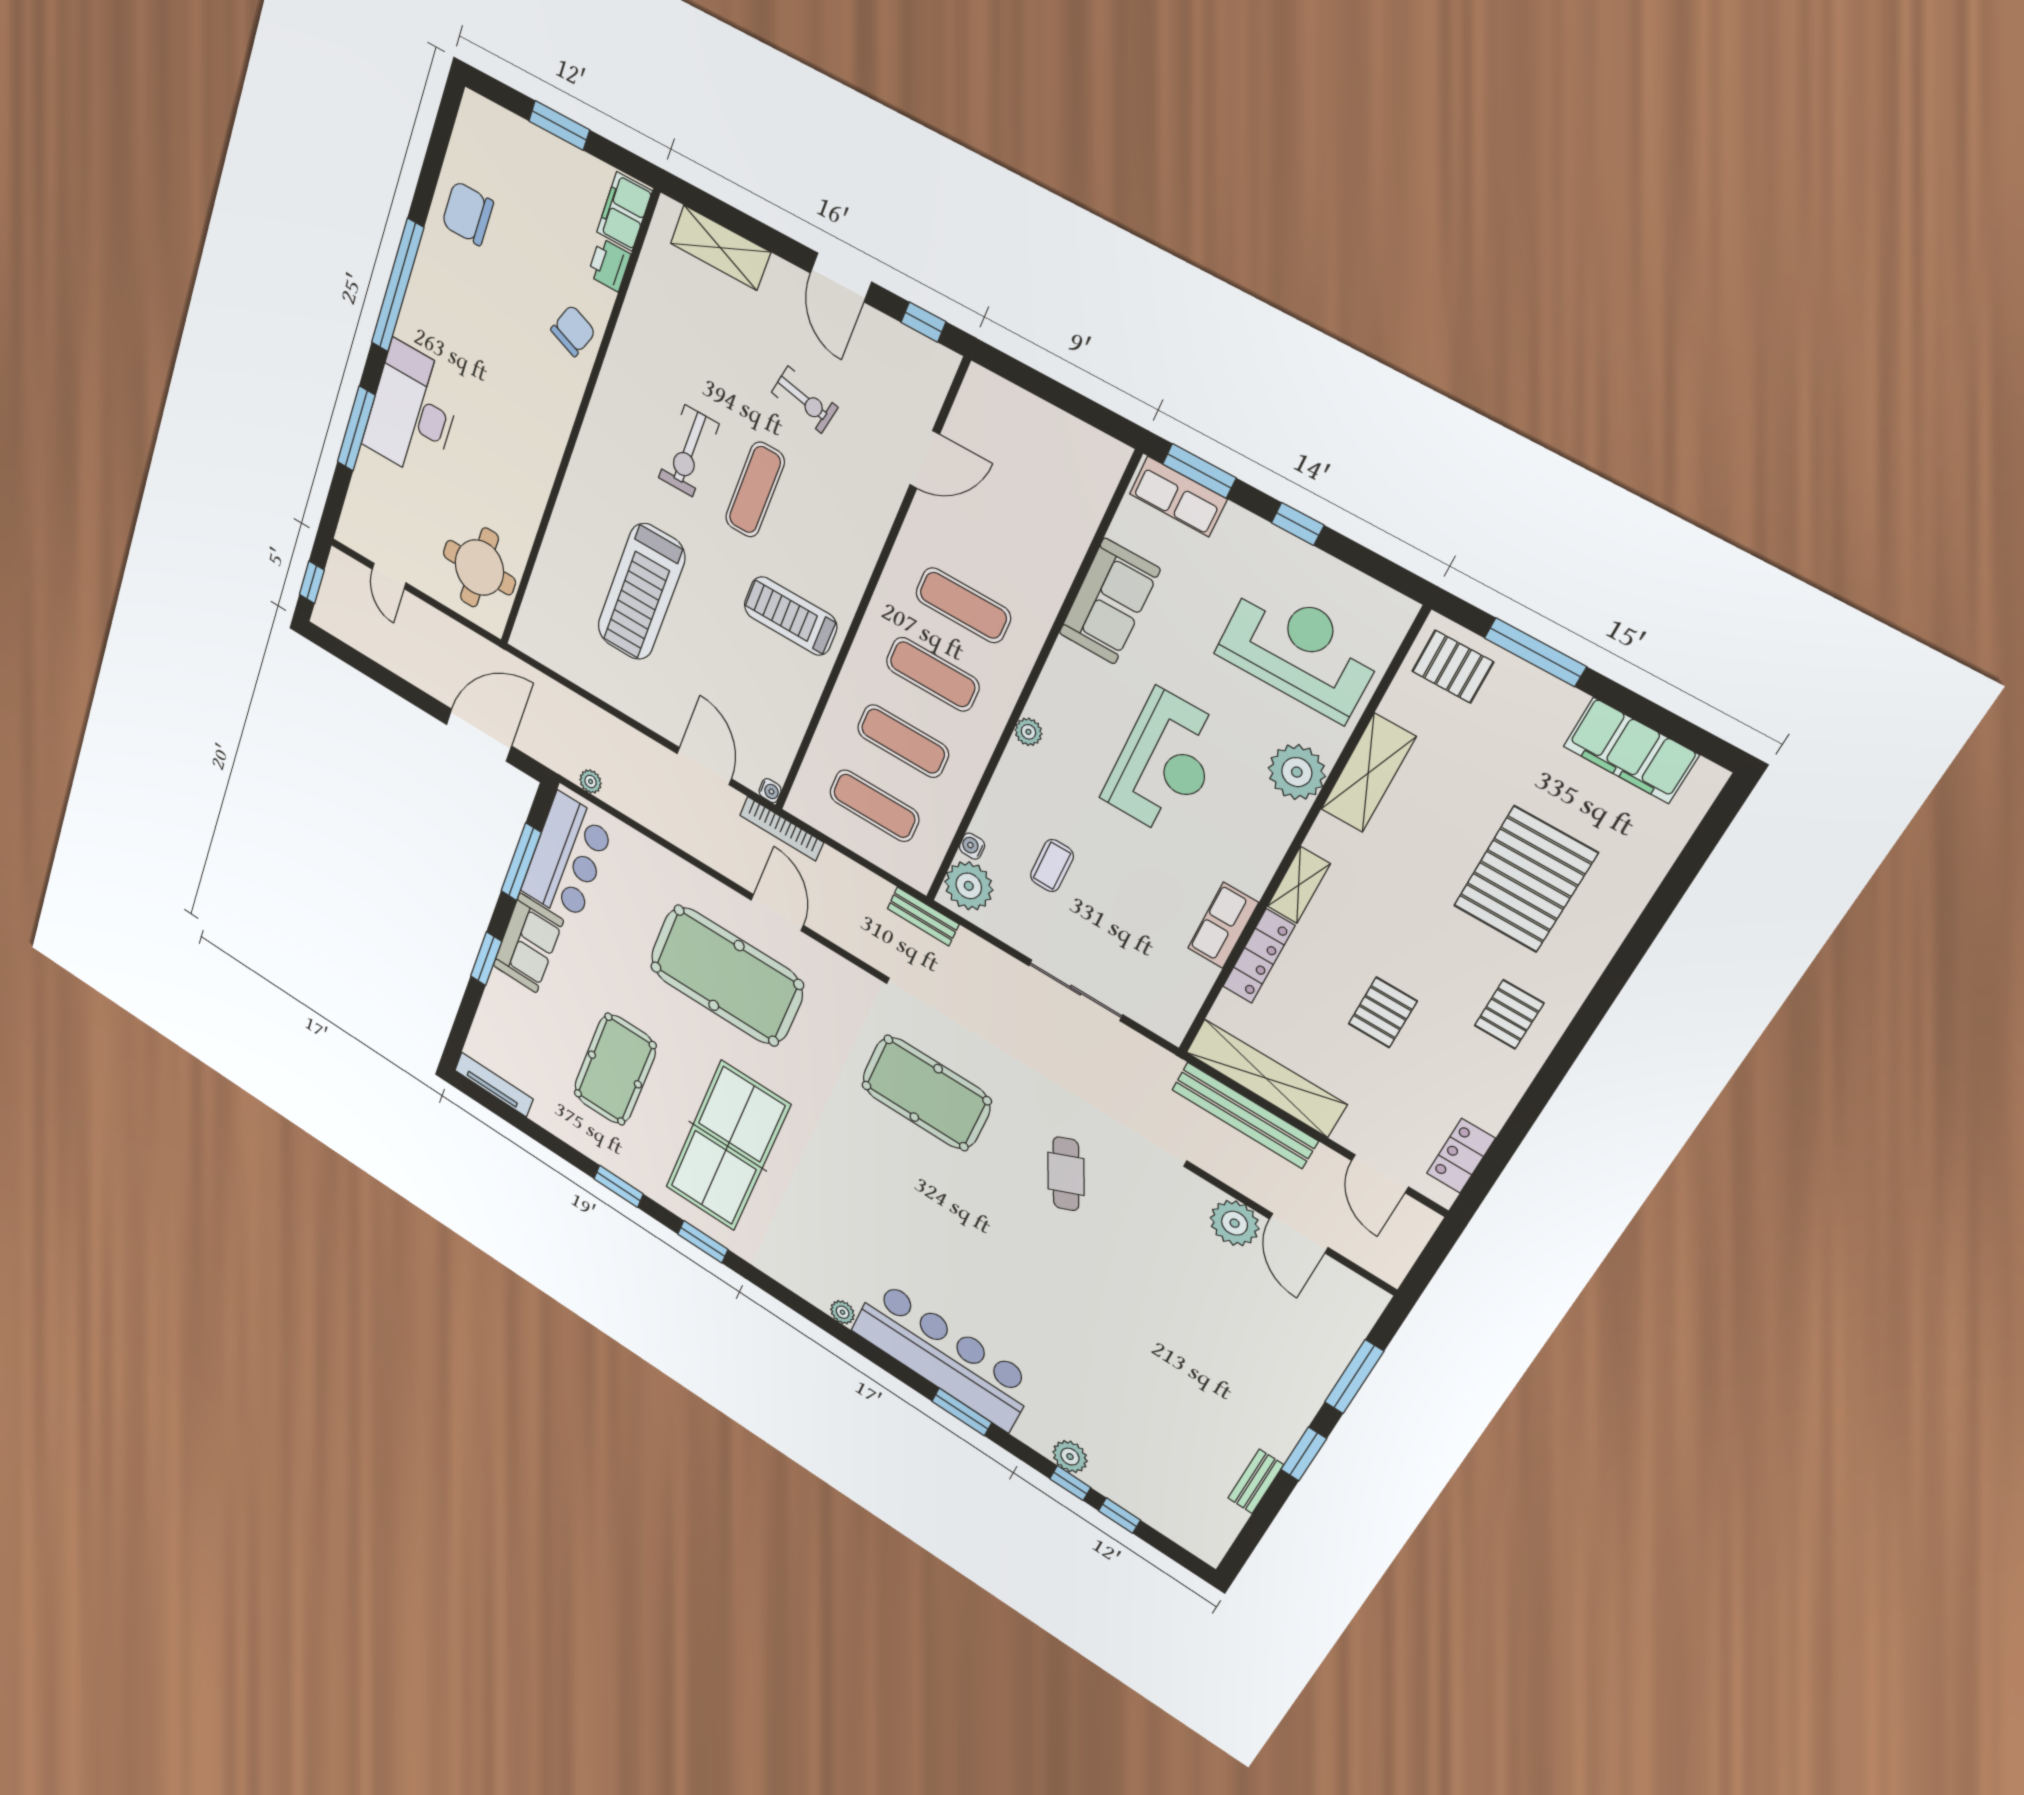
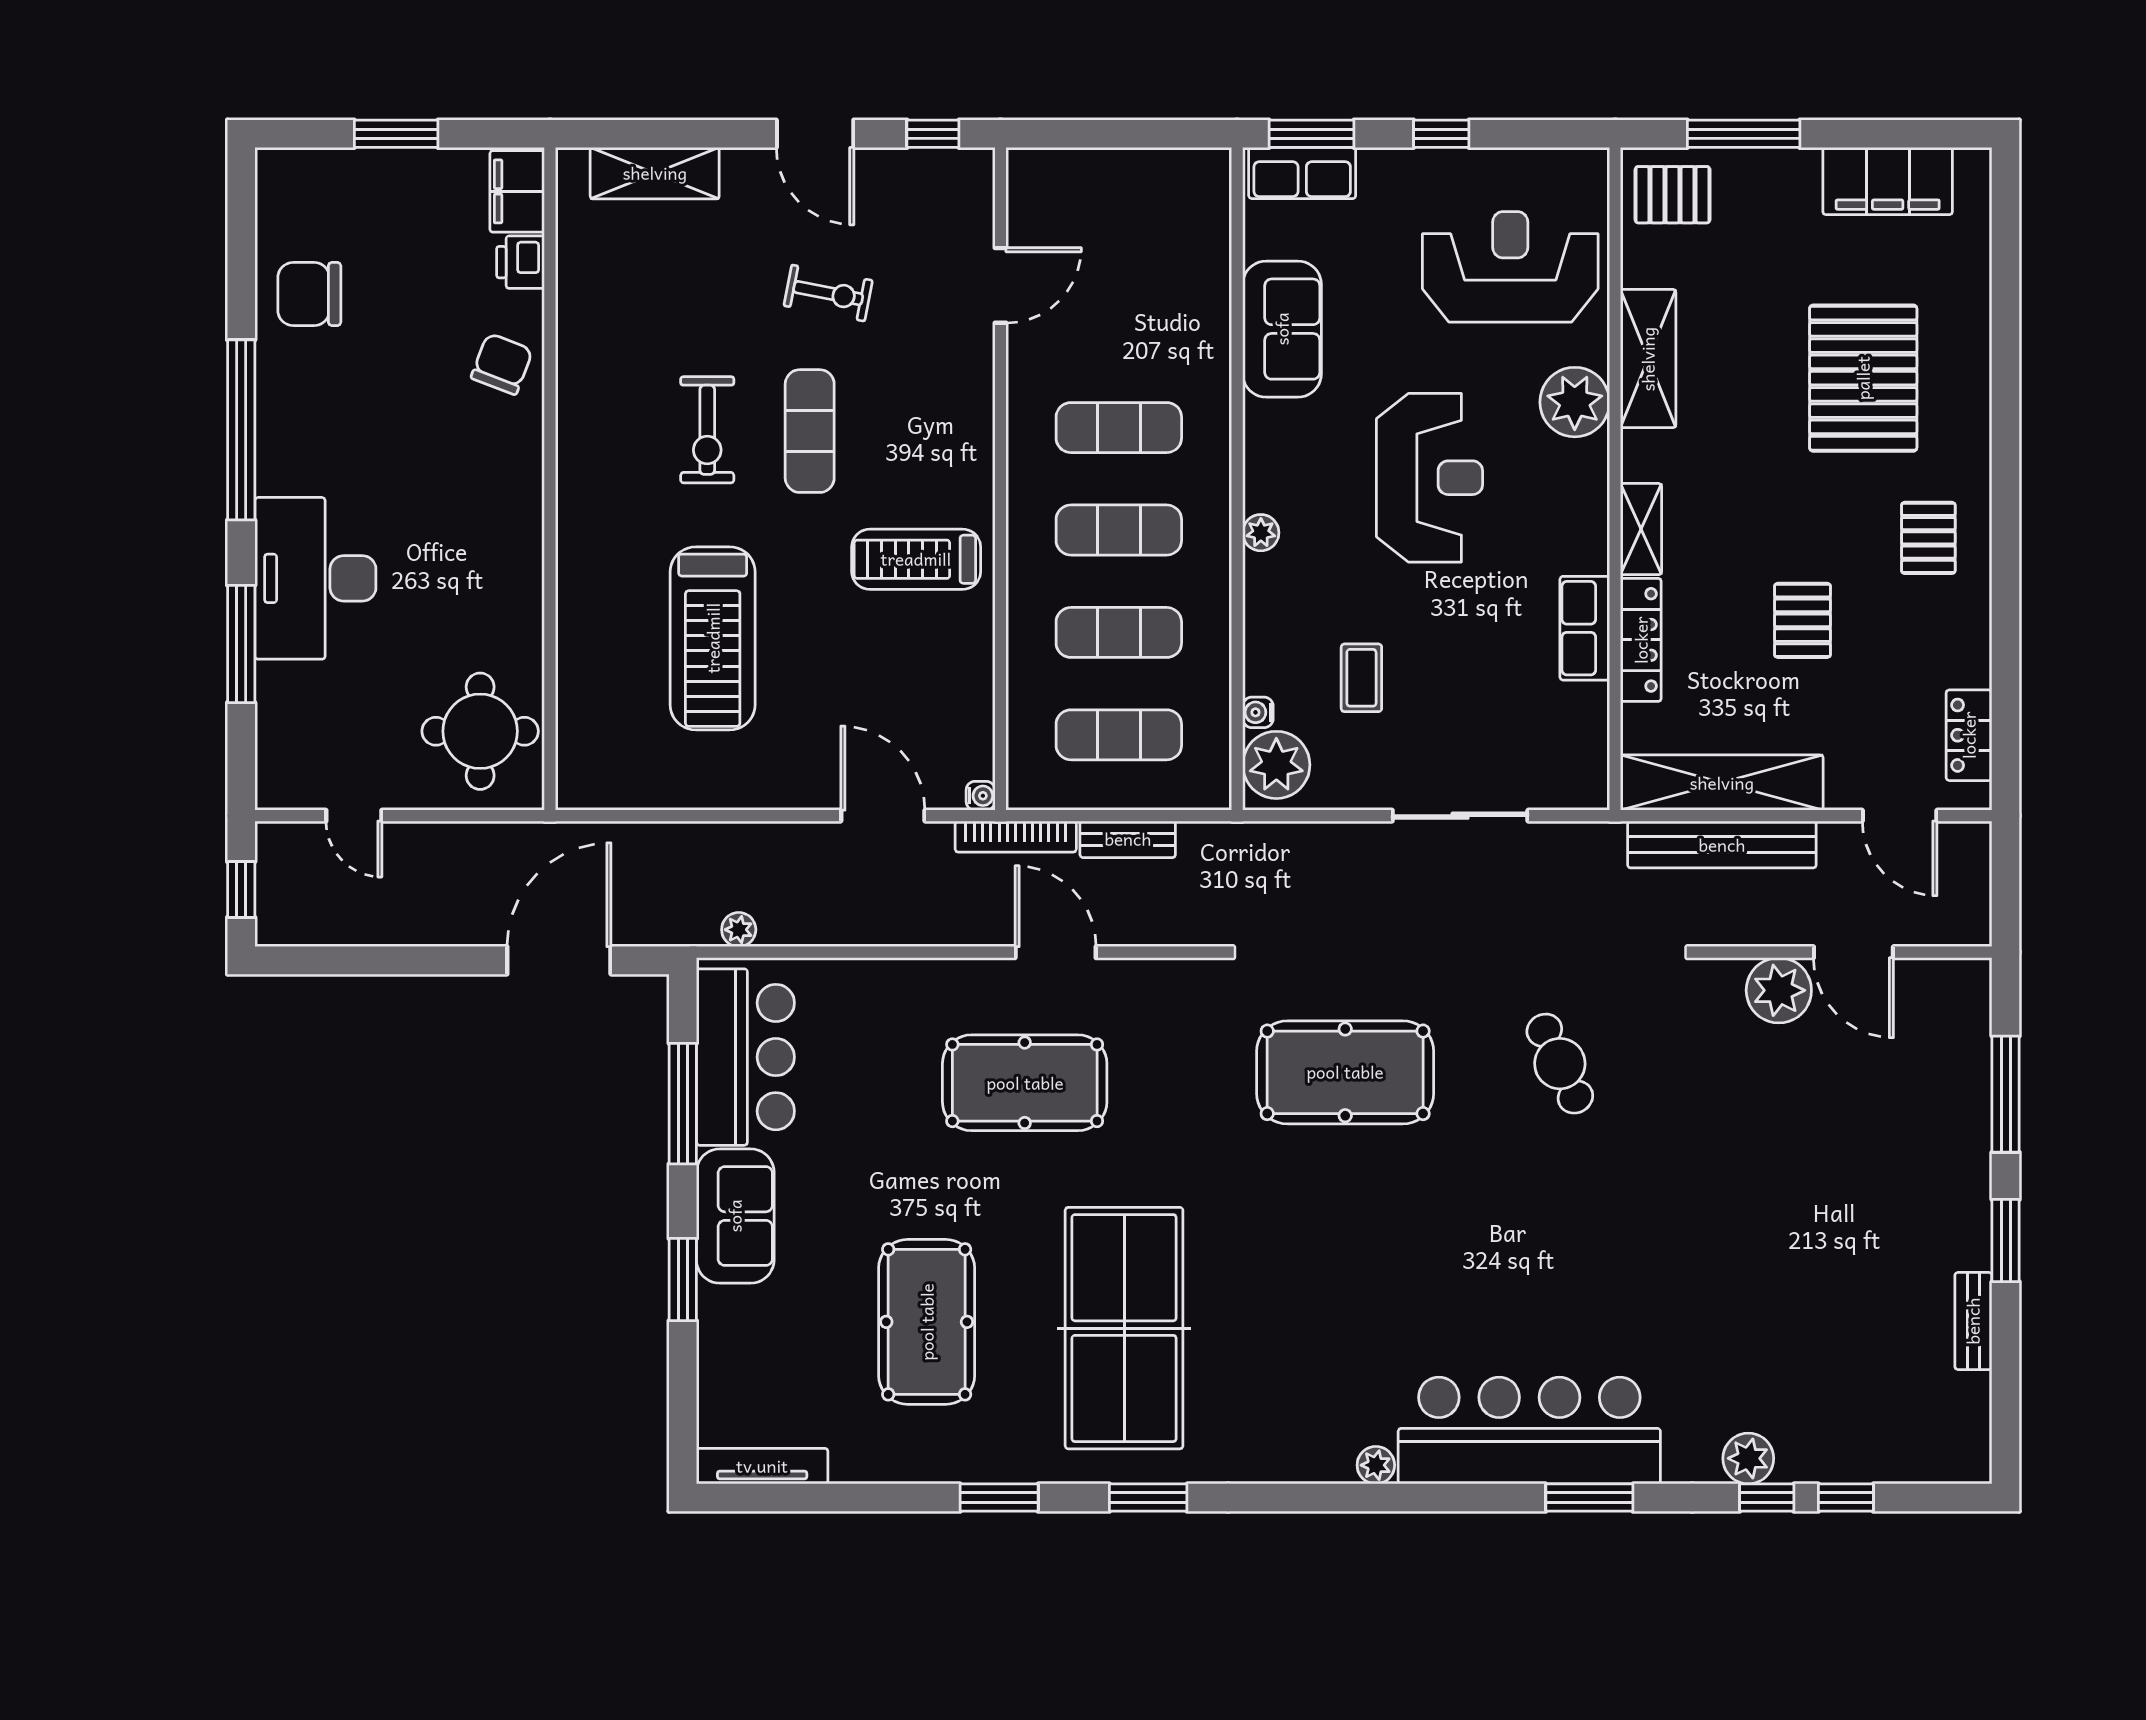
bench: (923, 916) -> (1128, 839), moved
pool table: (726, 976) -> (1025, 1083), width x0.73, depth x0.76

